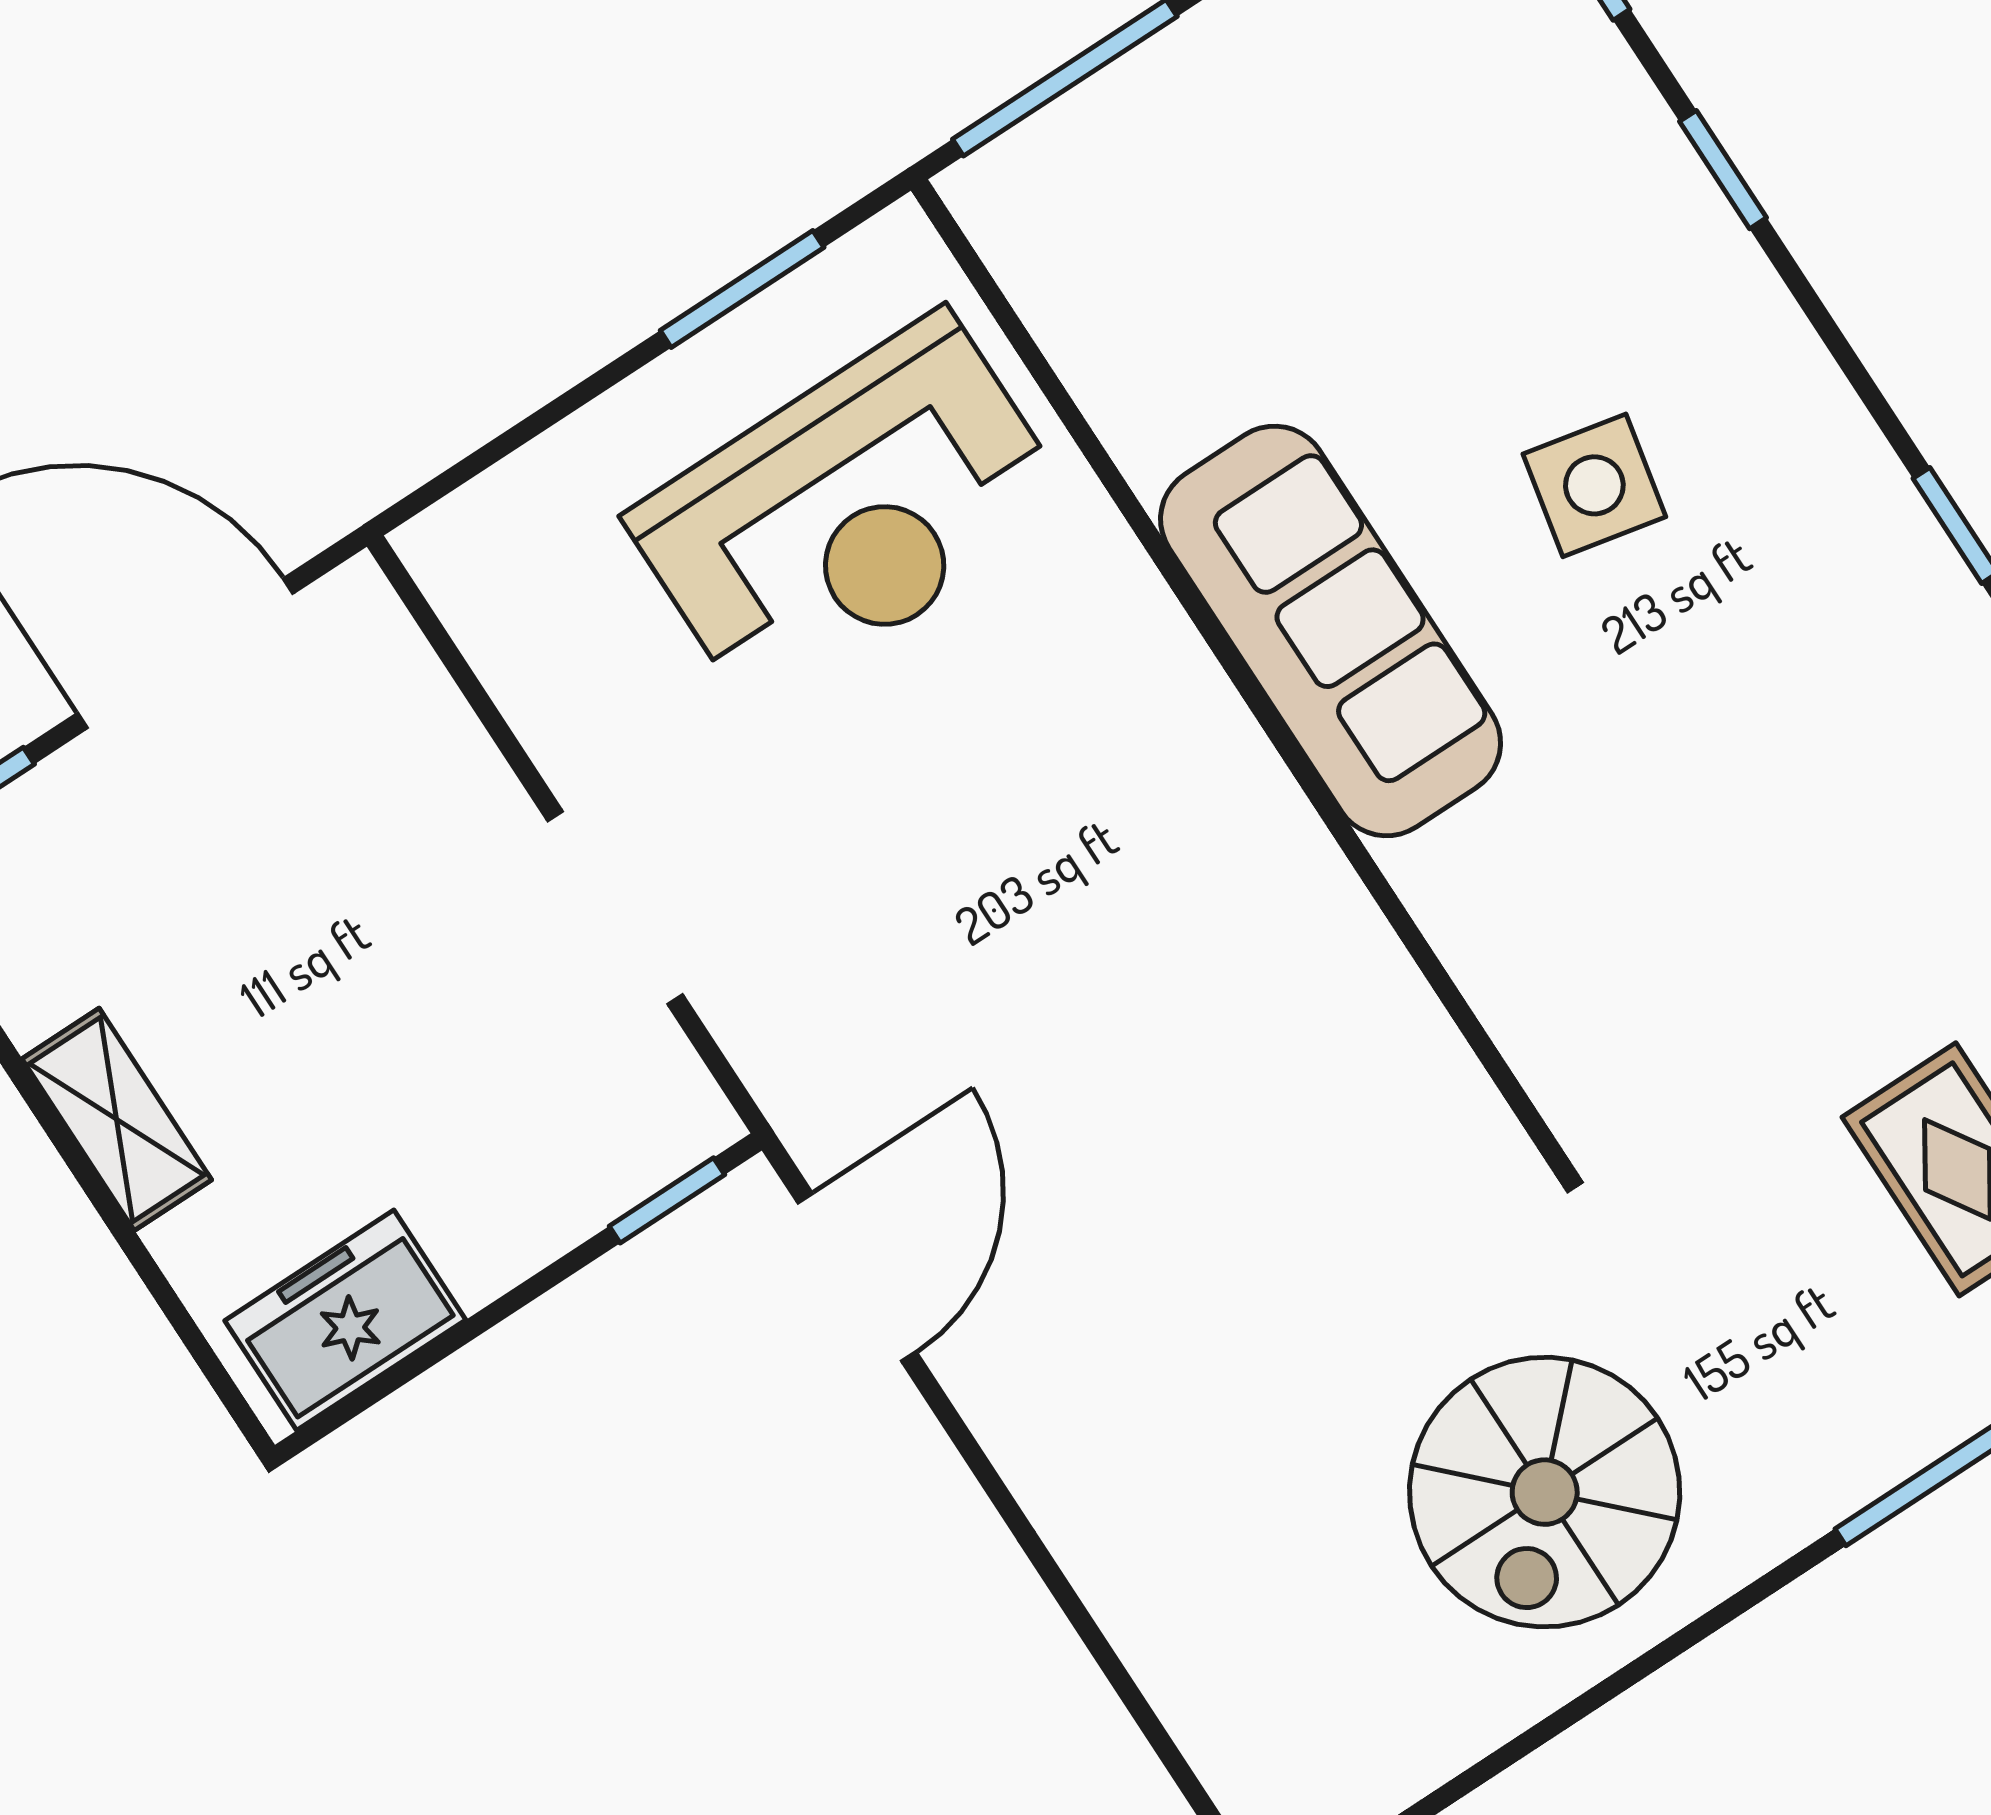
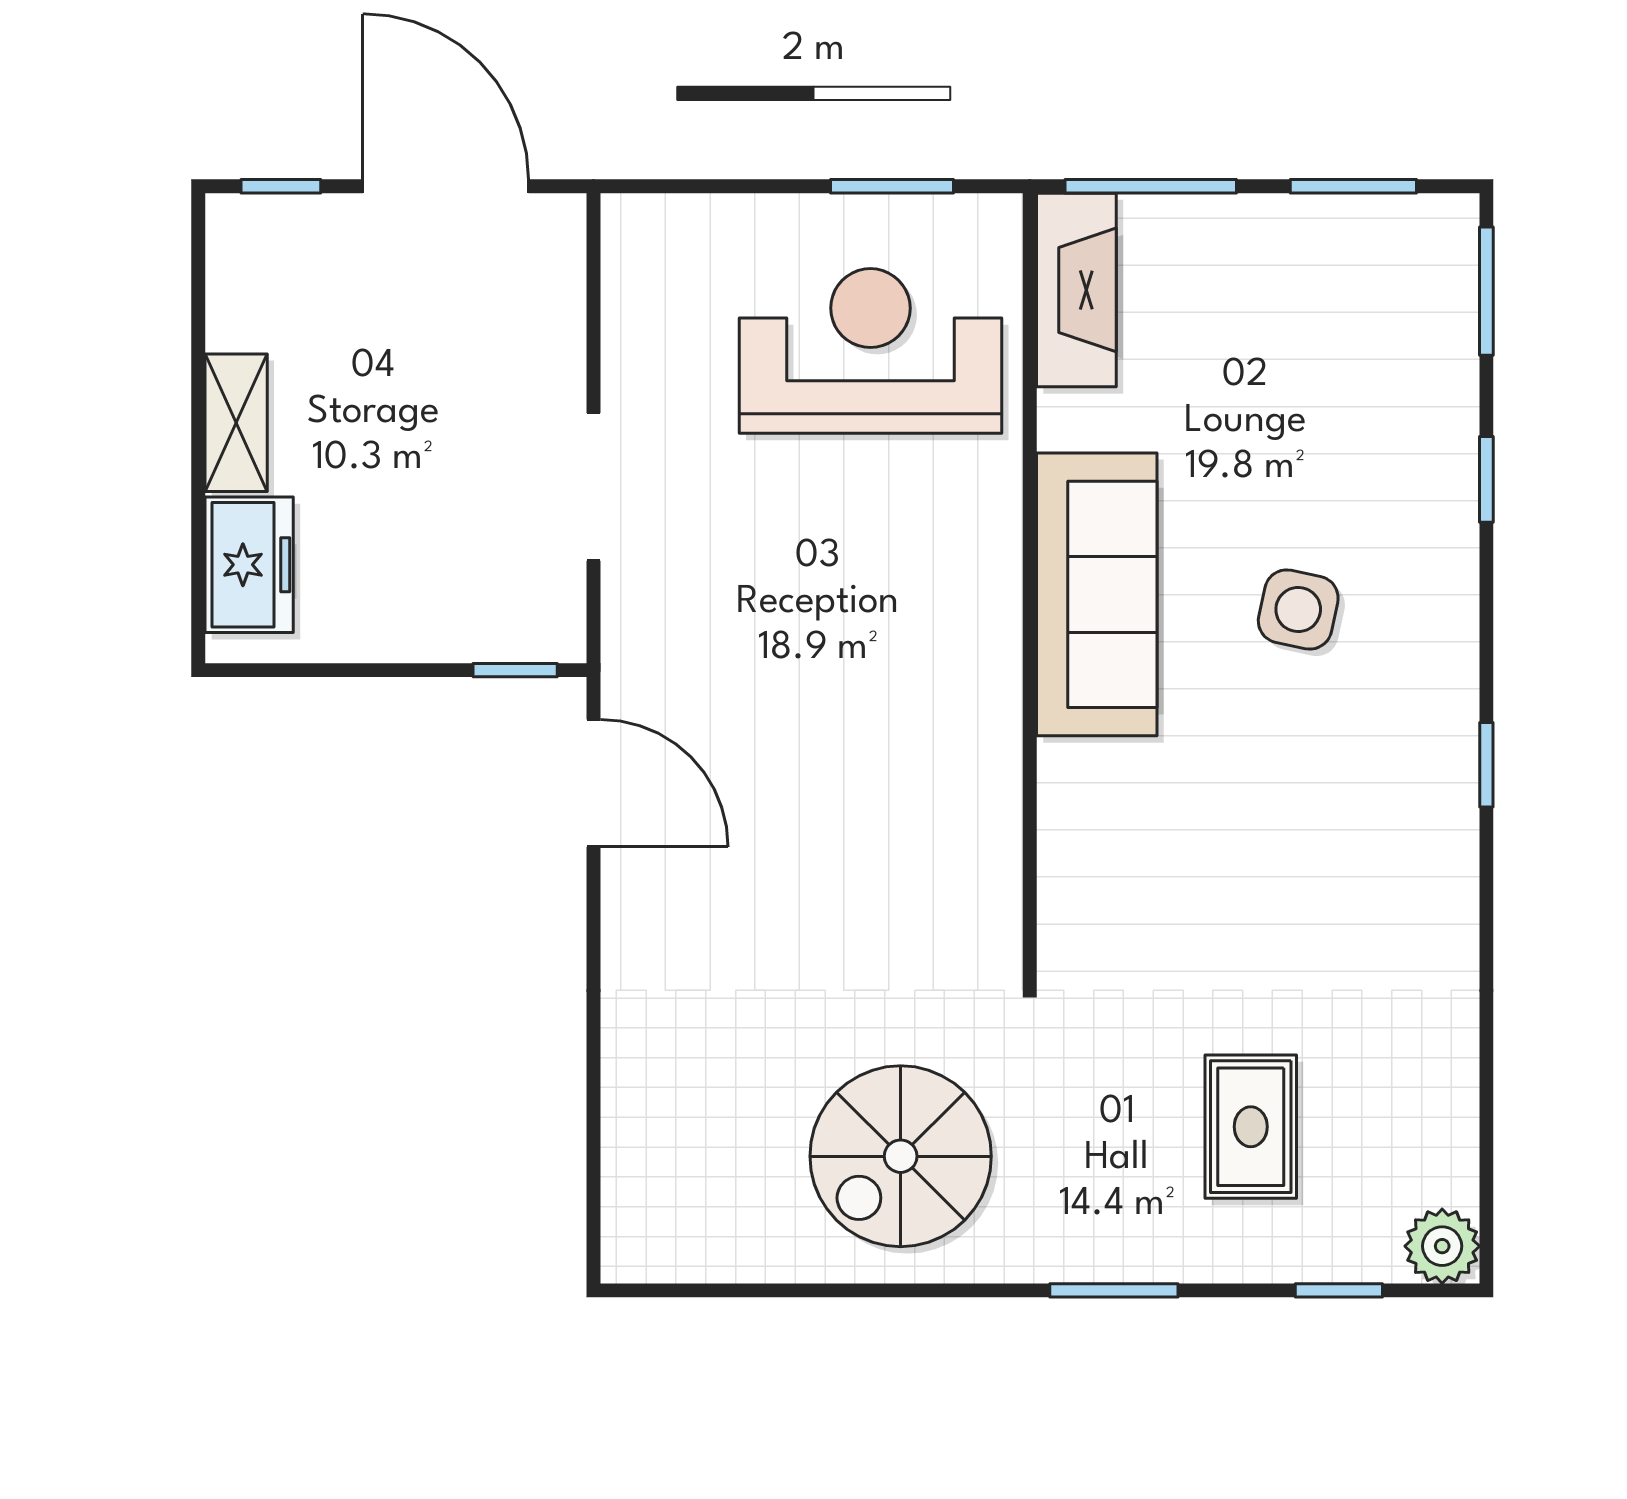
fireplace: (1057, 268) -> (1076, 290), added
reception desk: (850, 512) -> (870, 351), turned 180
door: (857, 1277) -> (594, 783), hinge flipped
freezer: (345, 1320) -> (249, 565), moved, turned 90

